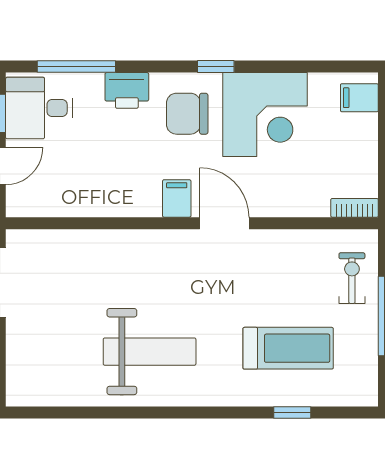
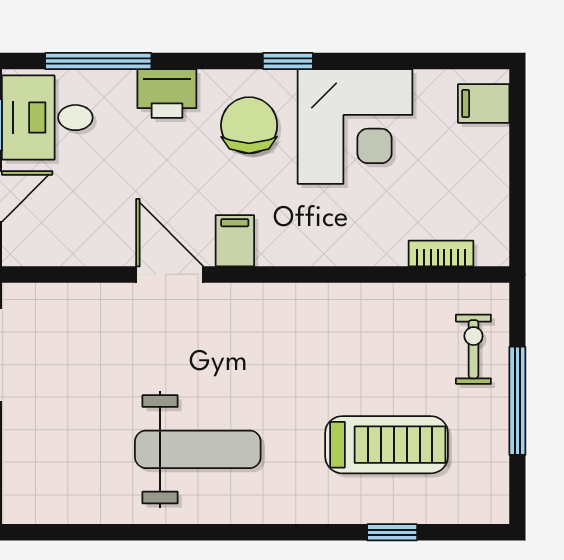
chair: (187, 114) -> (249, 125), turned 90
bookcase: (355, 208) -> (441, 253), moved
door: (224, 223) -> (170, 274), moved

